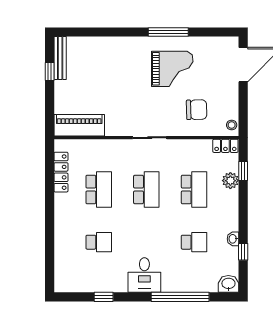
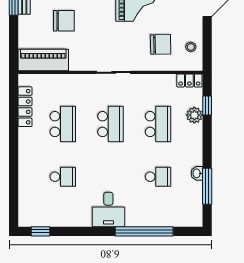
chair: (100, 86) -> (64, 21), added
stool: (232, 125) -> (191, 47), moved
window: (243, 252) -> (207, 186), width x2.17
washbasin: (228, 284) -> (192, 218), removed
window: (104, 297) -> (41, 231), moved

